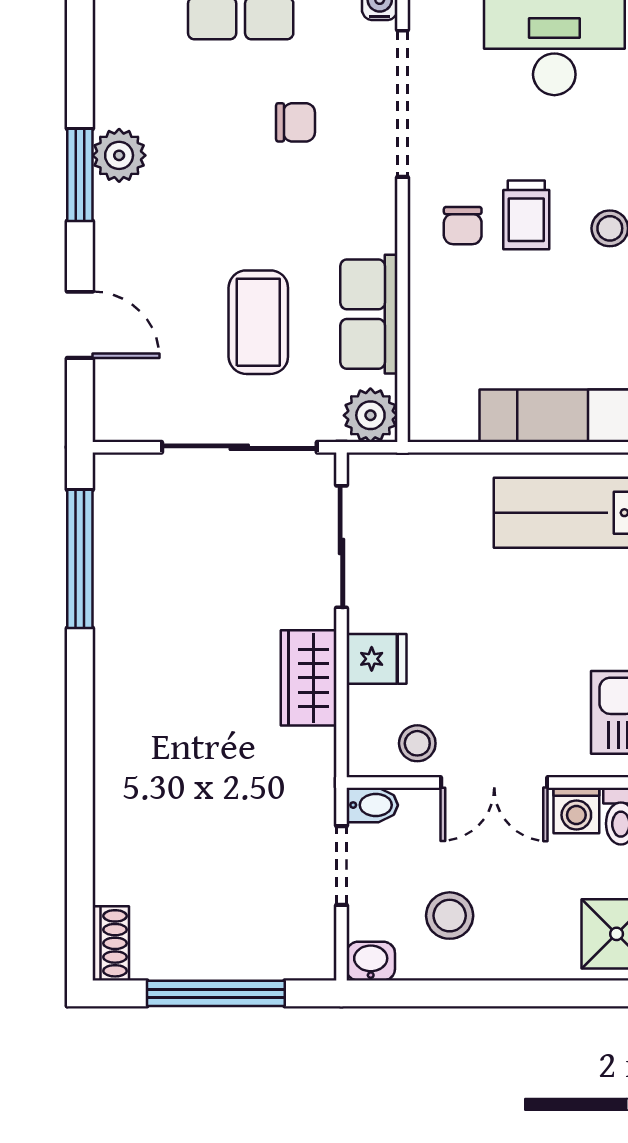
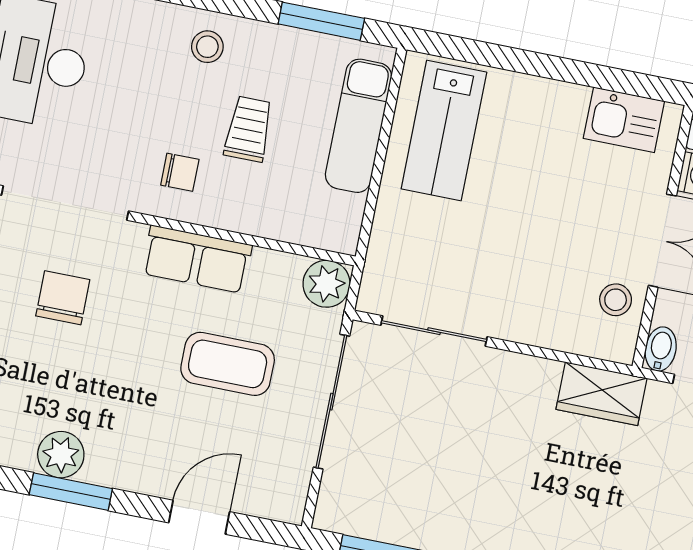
chair: (296, 122) -> (63, 298), width x1.37, depth x1.37
trolley: (526, 215) -> (249, 129), moved, turned -90
row of seats: (369, 314) -> (197, 259), moved
fridge: (376, 659) -> (536, 320), removed
wardrobe: (309, 678) -> (602, 394), moved

